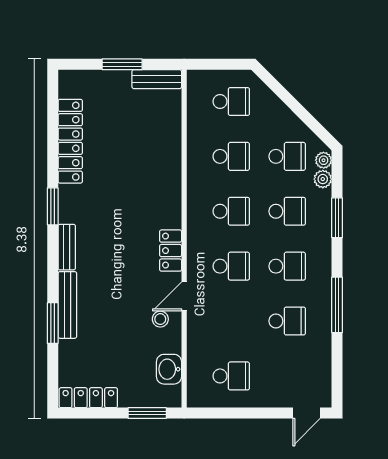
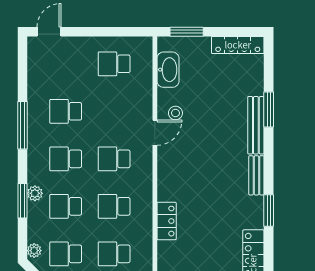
plant: (323, 179) -> (35, 193), moved
locker: (171, 251) -> (167, 221), moved
washbasin: (169, 369) -> (168, 70), width x1.38

